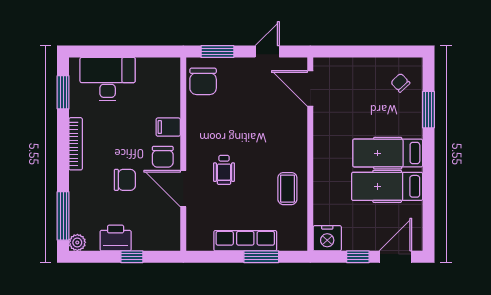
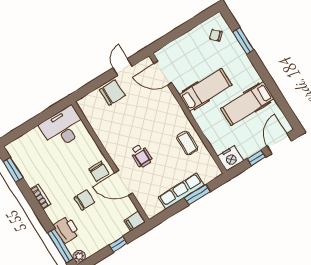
window: (217, 52) -> (92, 86), removed
desk: (108, 79) -> (63, 128), moved
chair: (203, 81) -> (112, 93), moved, turned -90
filing cabinet: (168, 127) -> (135, 221), moved
bookcase: (76, 144) -> (41, 197), width x0.64
hospital bed: (388, 153) -> (205, 90), moved, turned 180
printer: (116, 238) -> (66, 230), moved, turned 90

